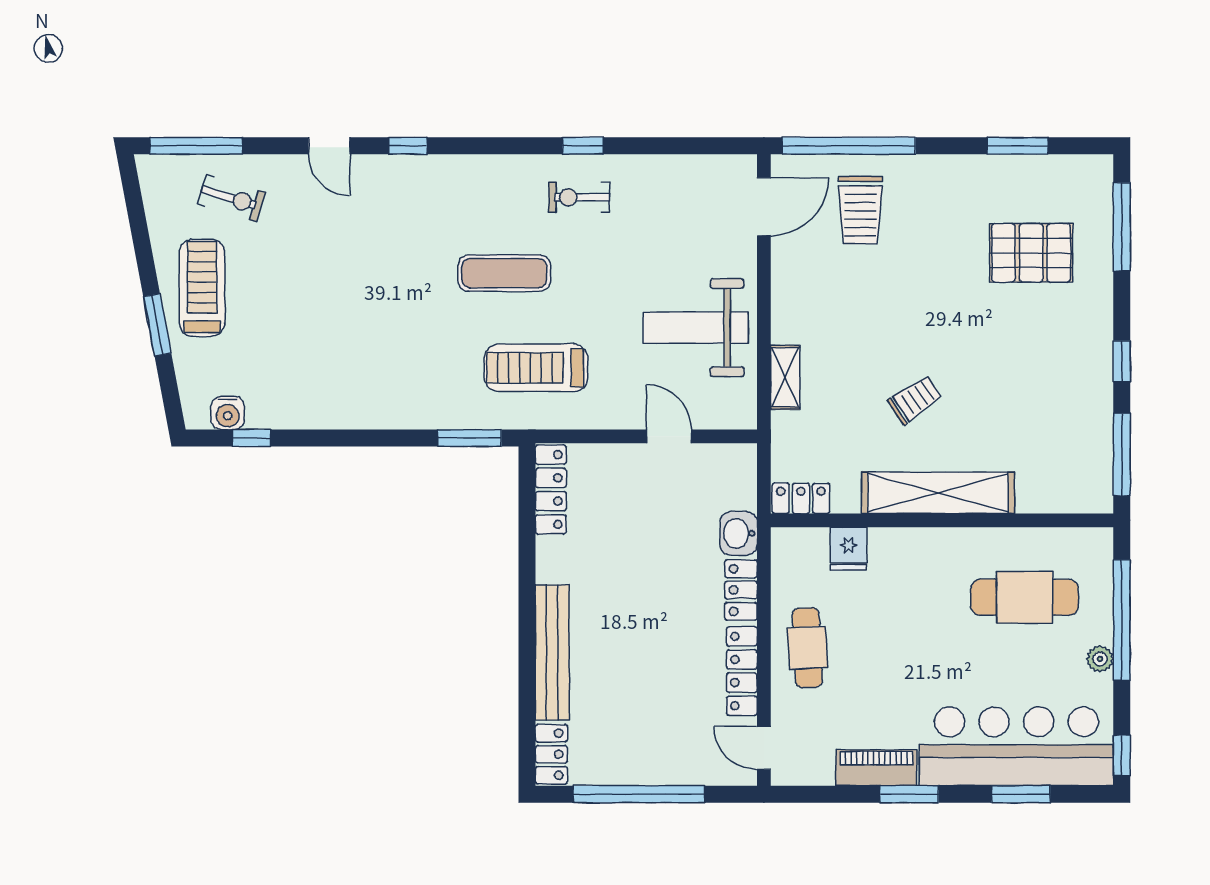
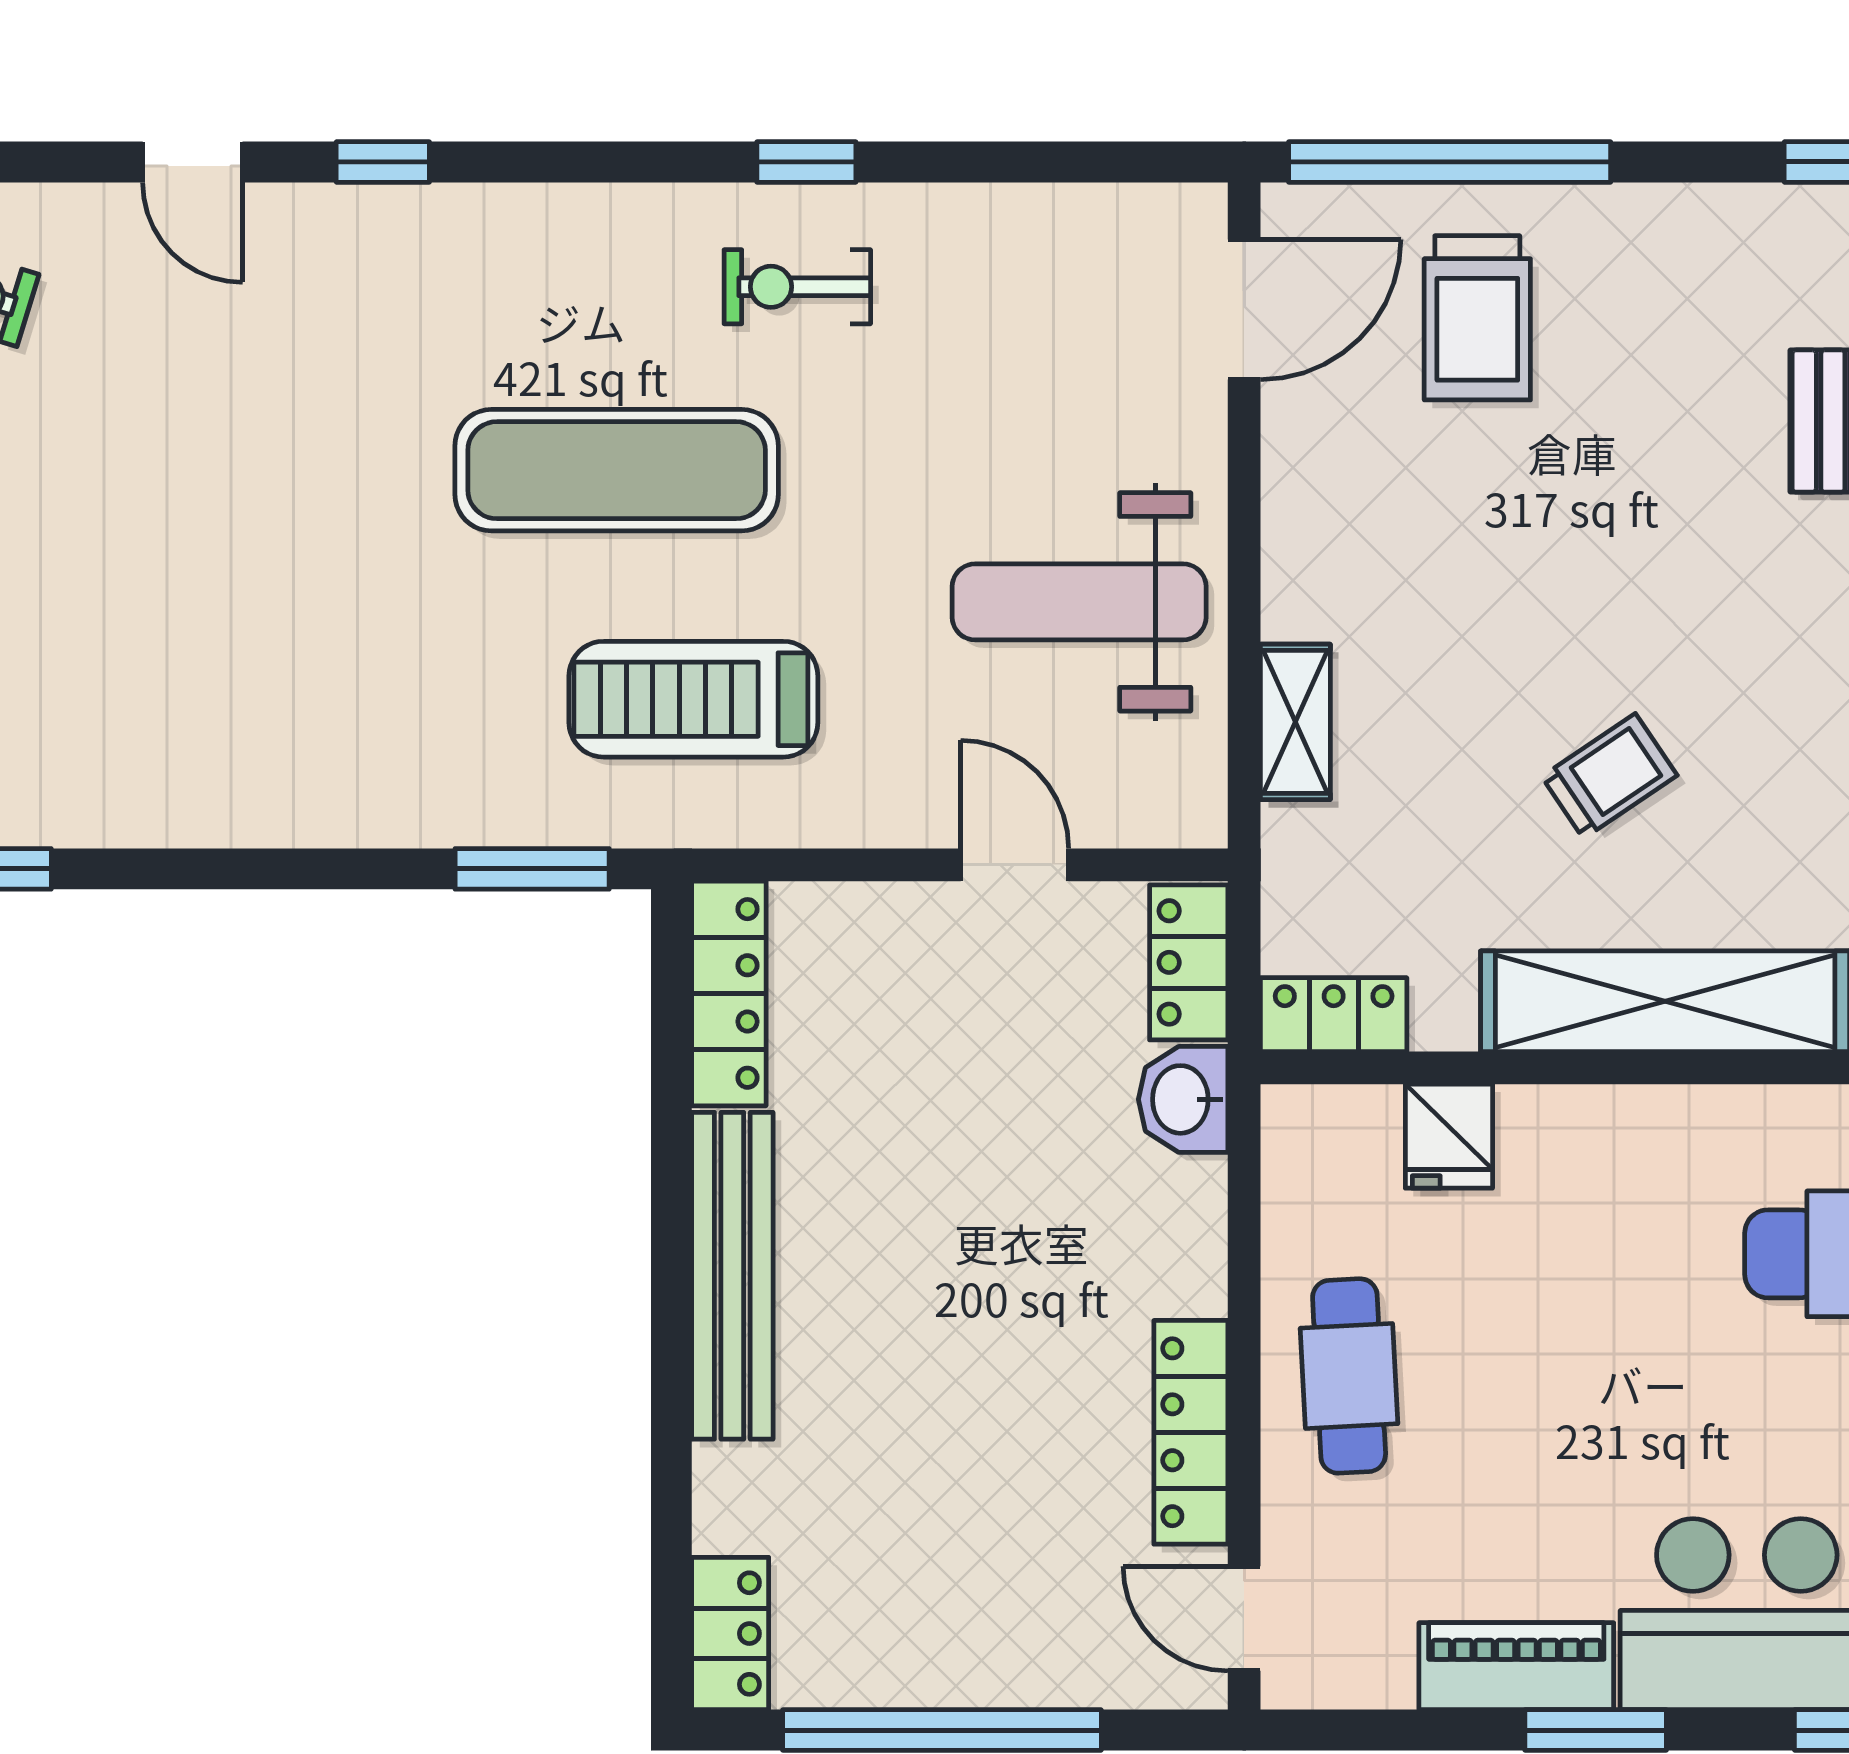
exercise mat: (504, 273) -> (617, 470), width x1.36, depth x1.45
locker: (741, 590) -> (1189, 962), moved
bench: (552, 652) -> (732, 1276), moved

